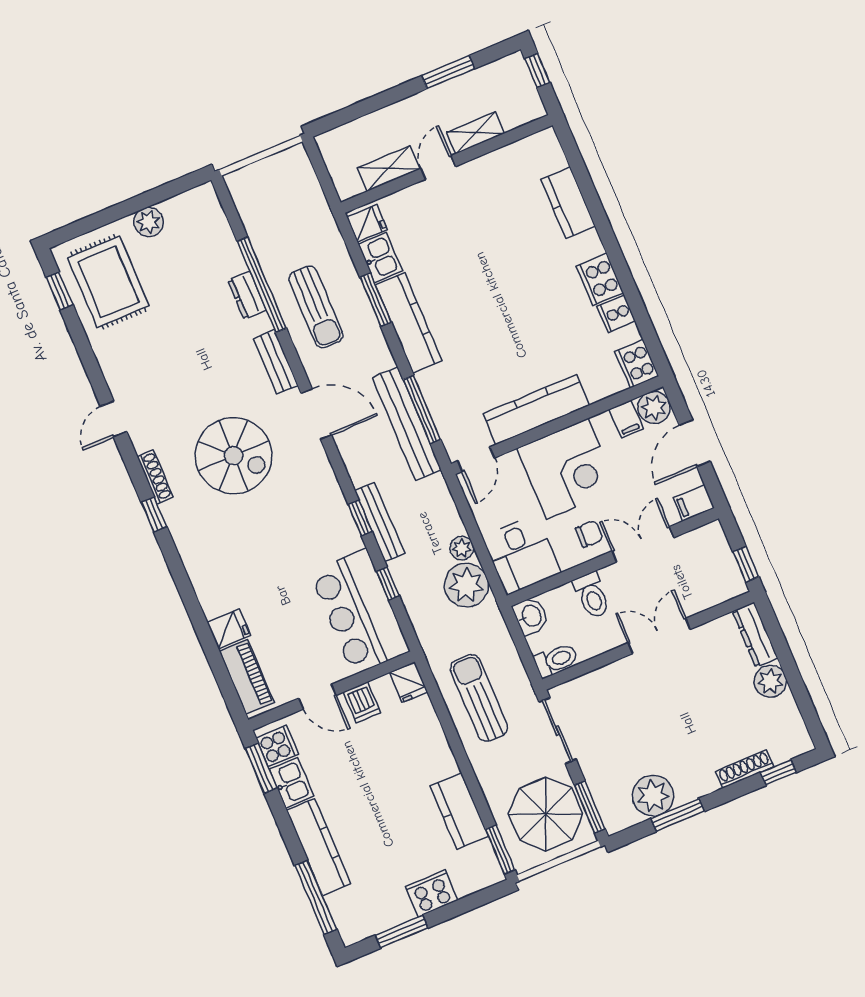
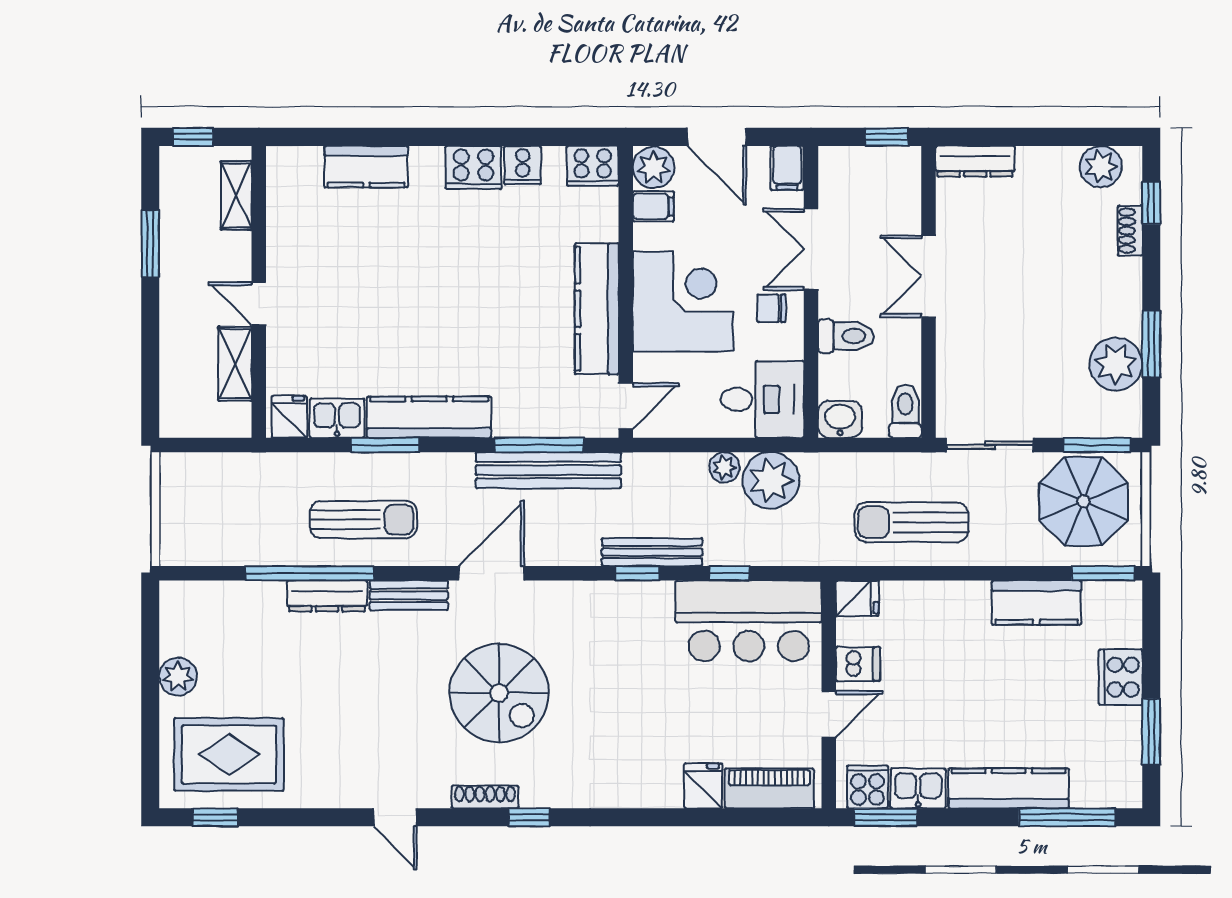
shelving: (476, 133) -> (236, 195), moved
dresser: (247, 295) -> (327, 596), width x1.44
spiral stairs: (233, 456) -> (499, 693), turned 90
door: (476, 459) -> (626, 406), hinge flipped
chair: (589, 534) -> (771, 308), turned -90
plant: (770, 681) -> (1101, 167), moved
shoe rack: (745, 769) -> (1130, 231), width x0.70

